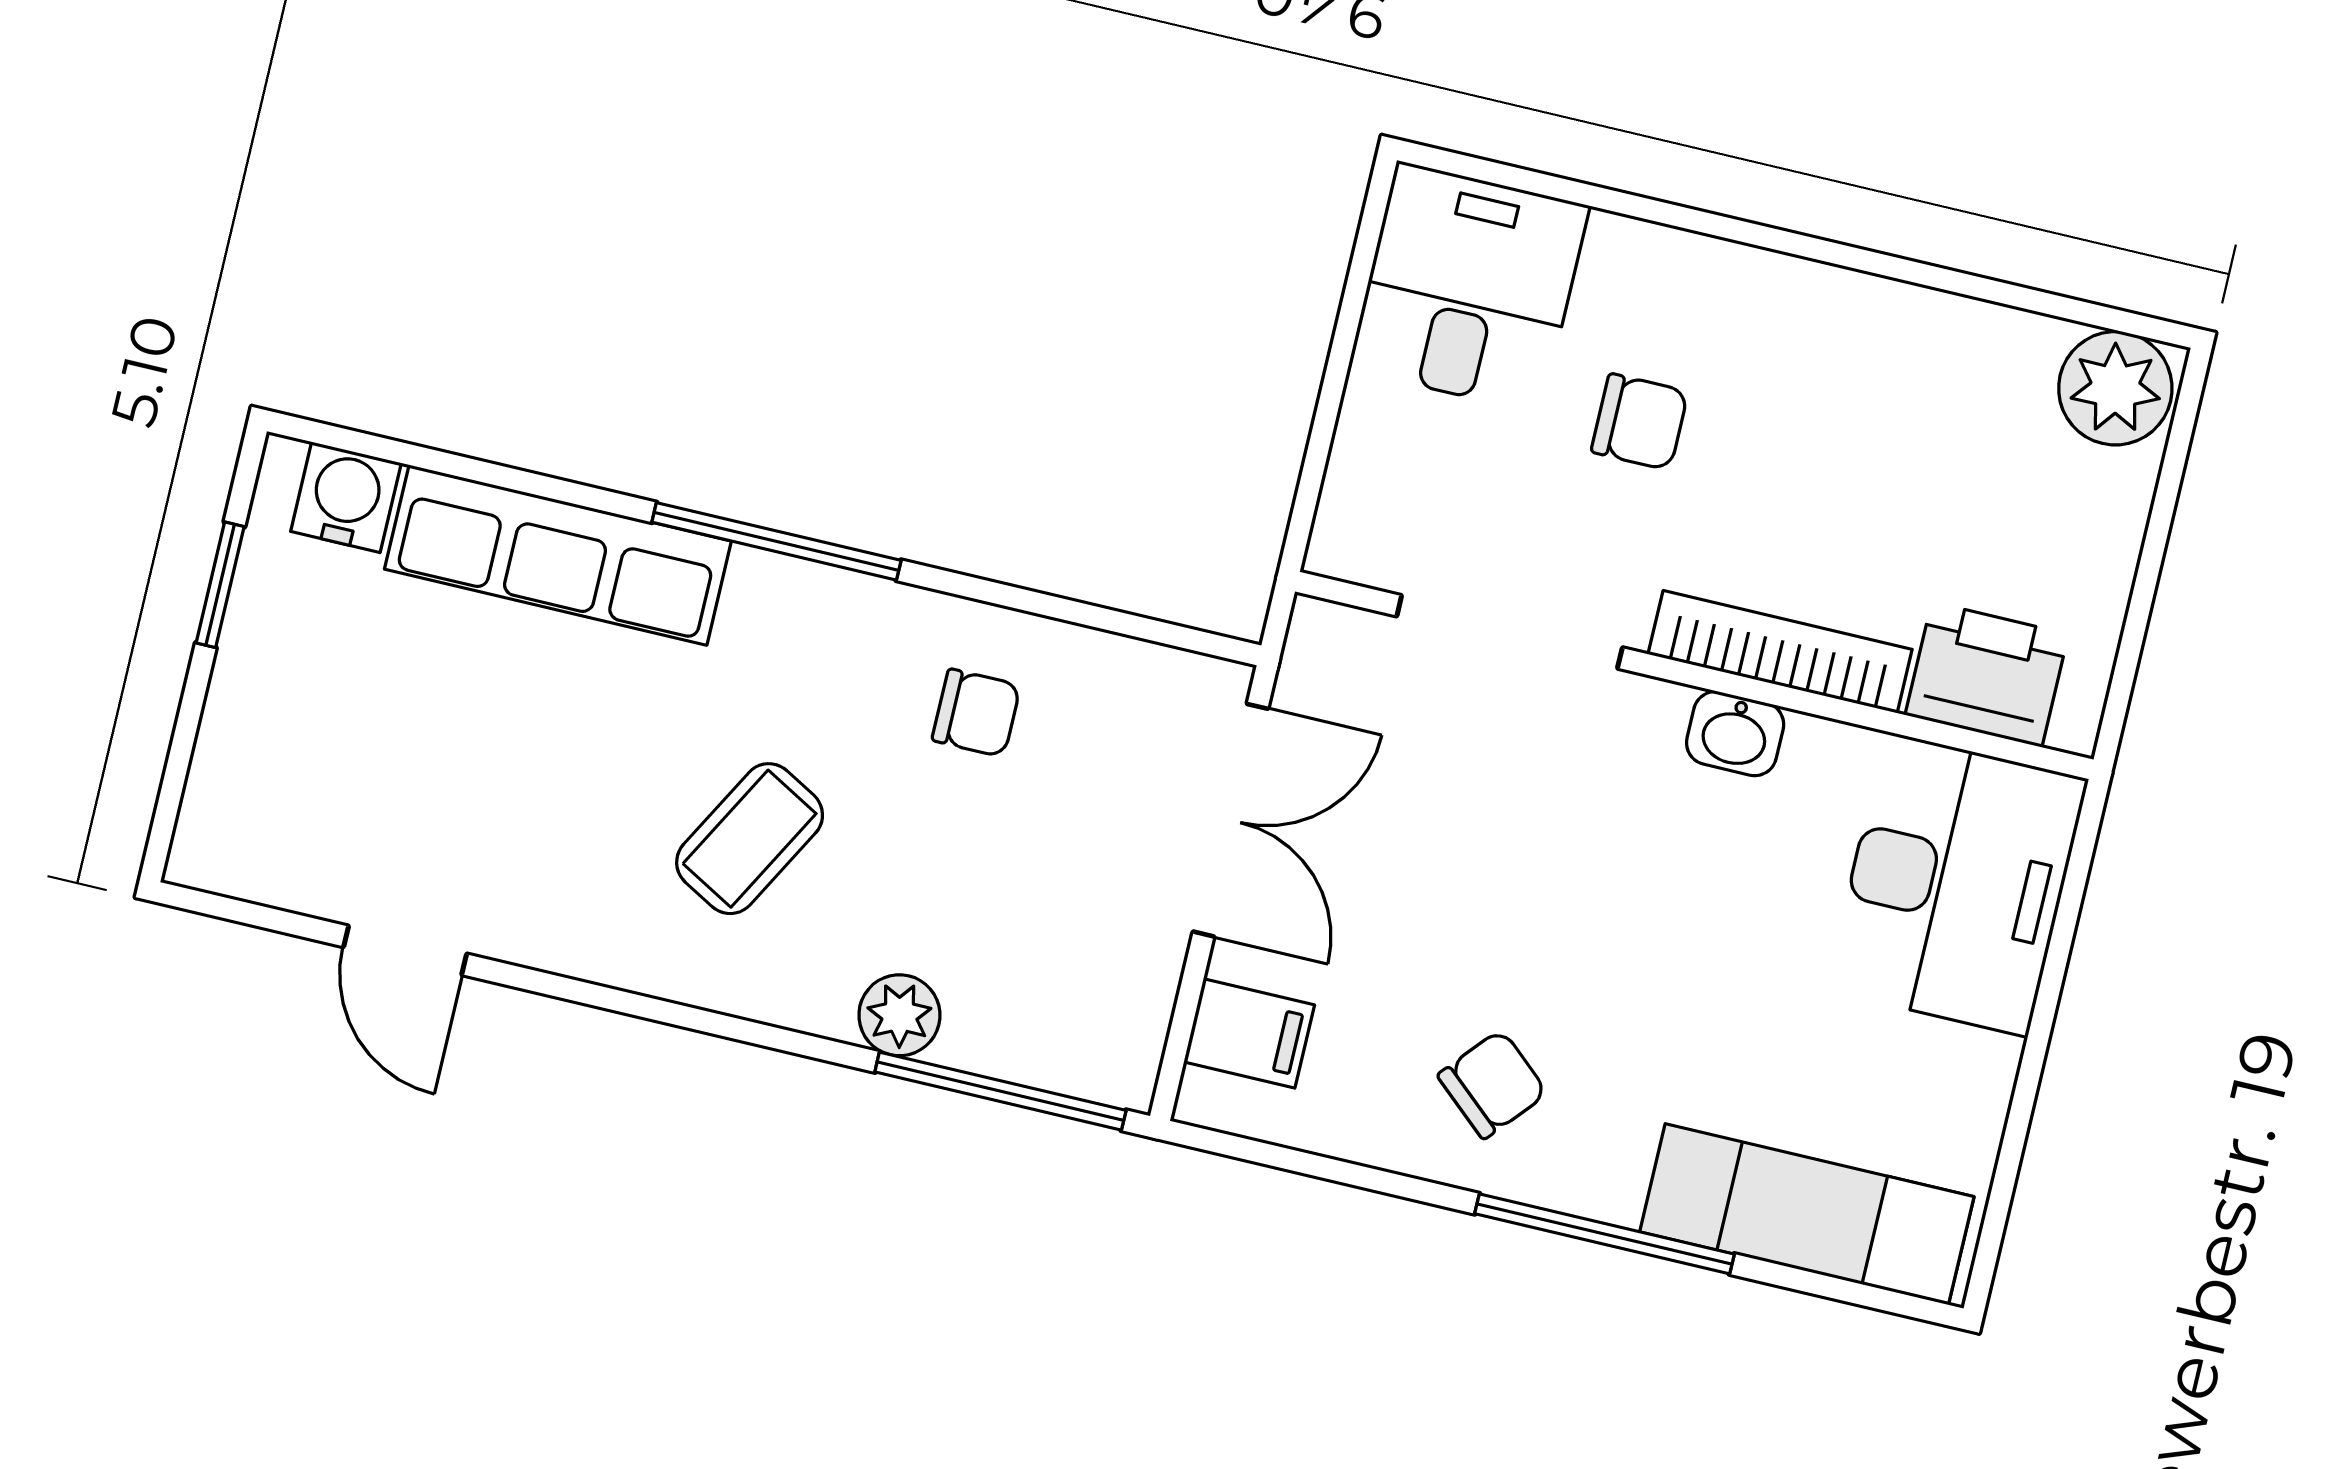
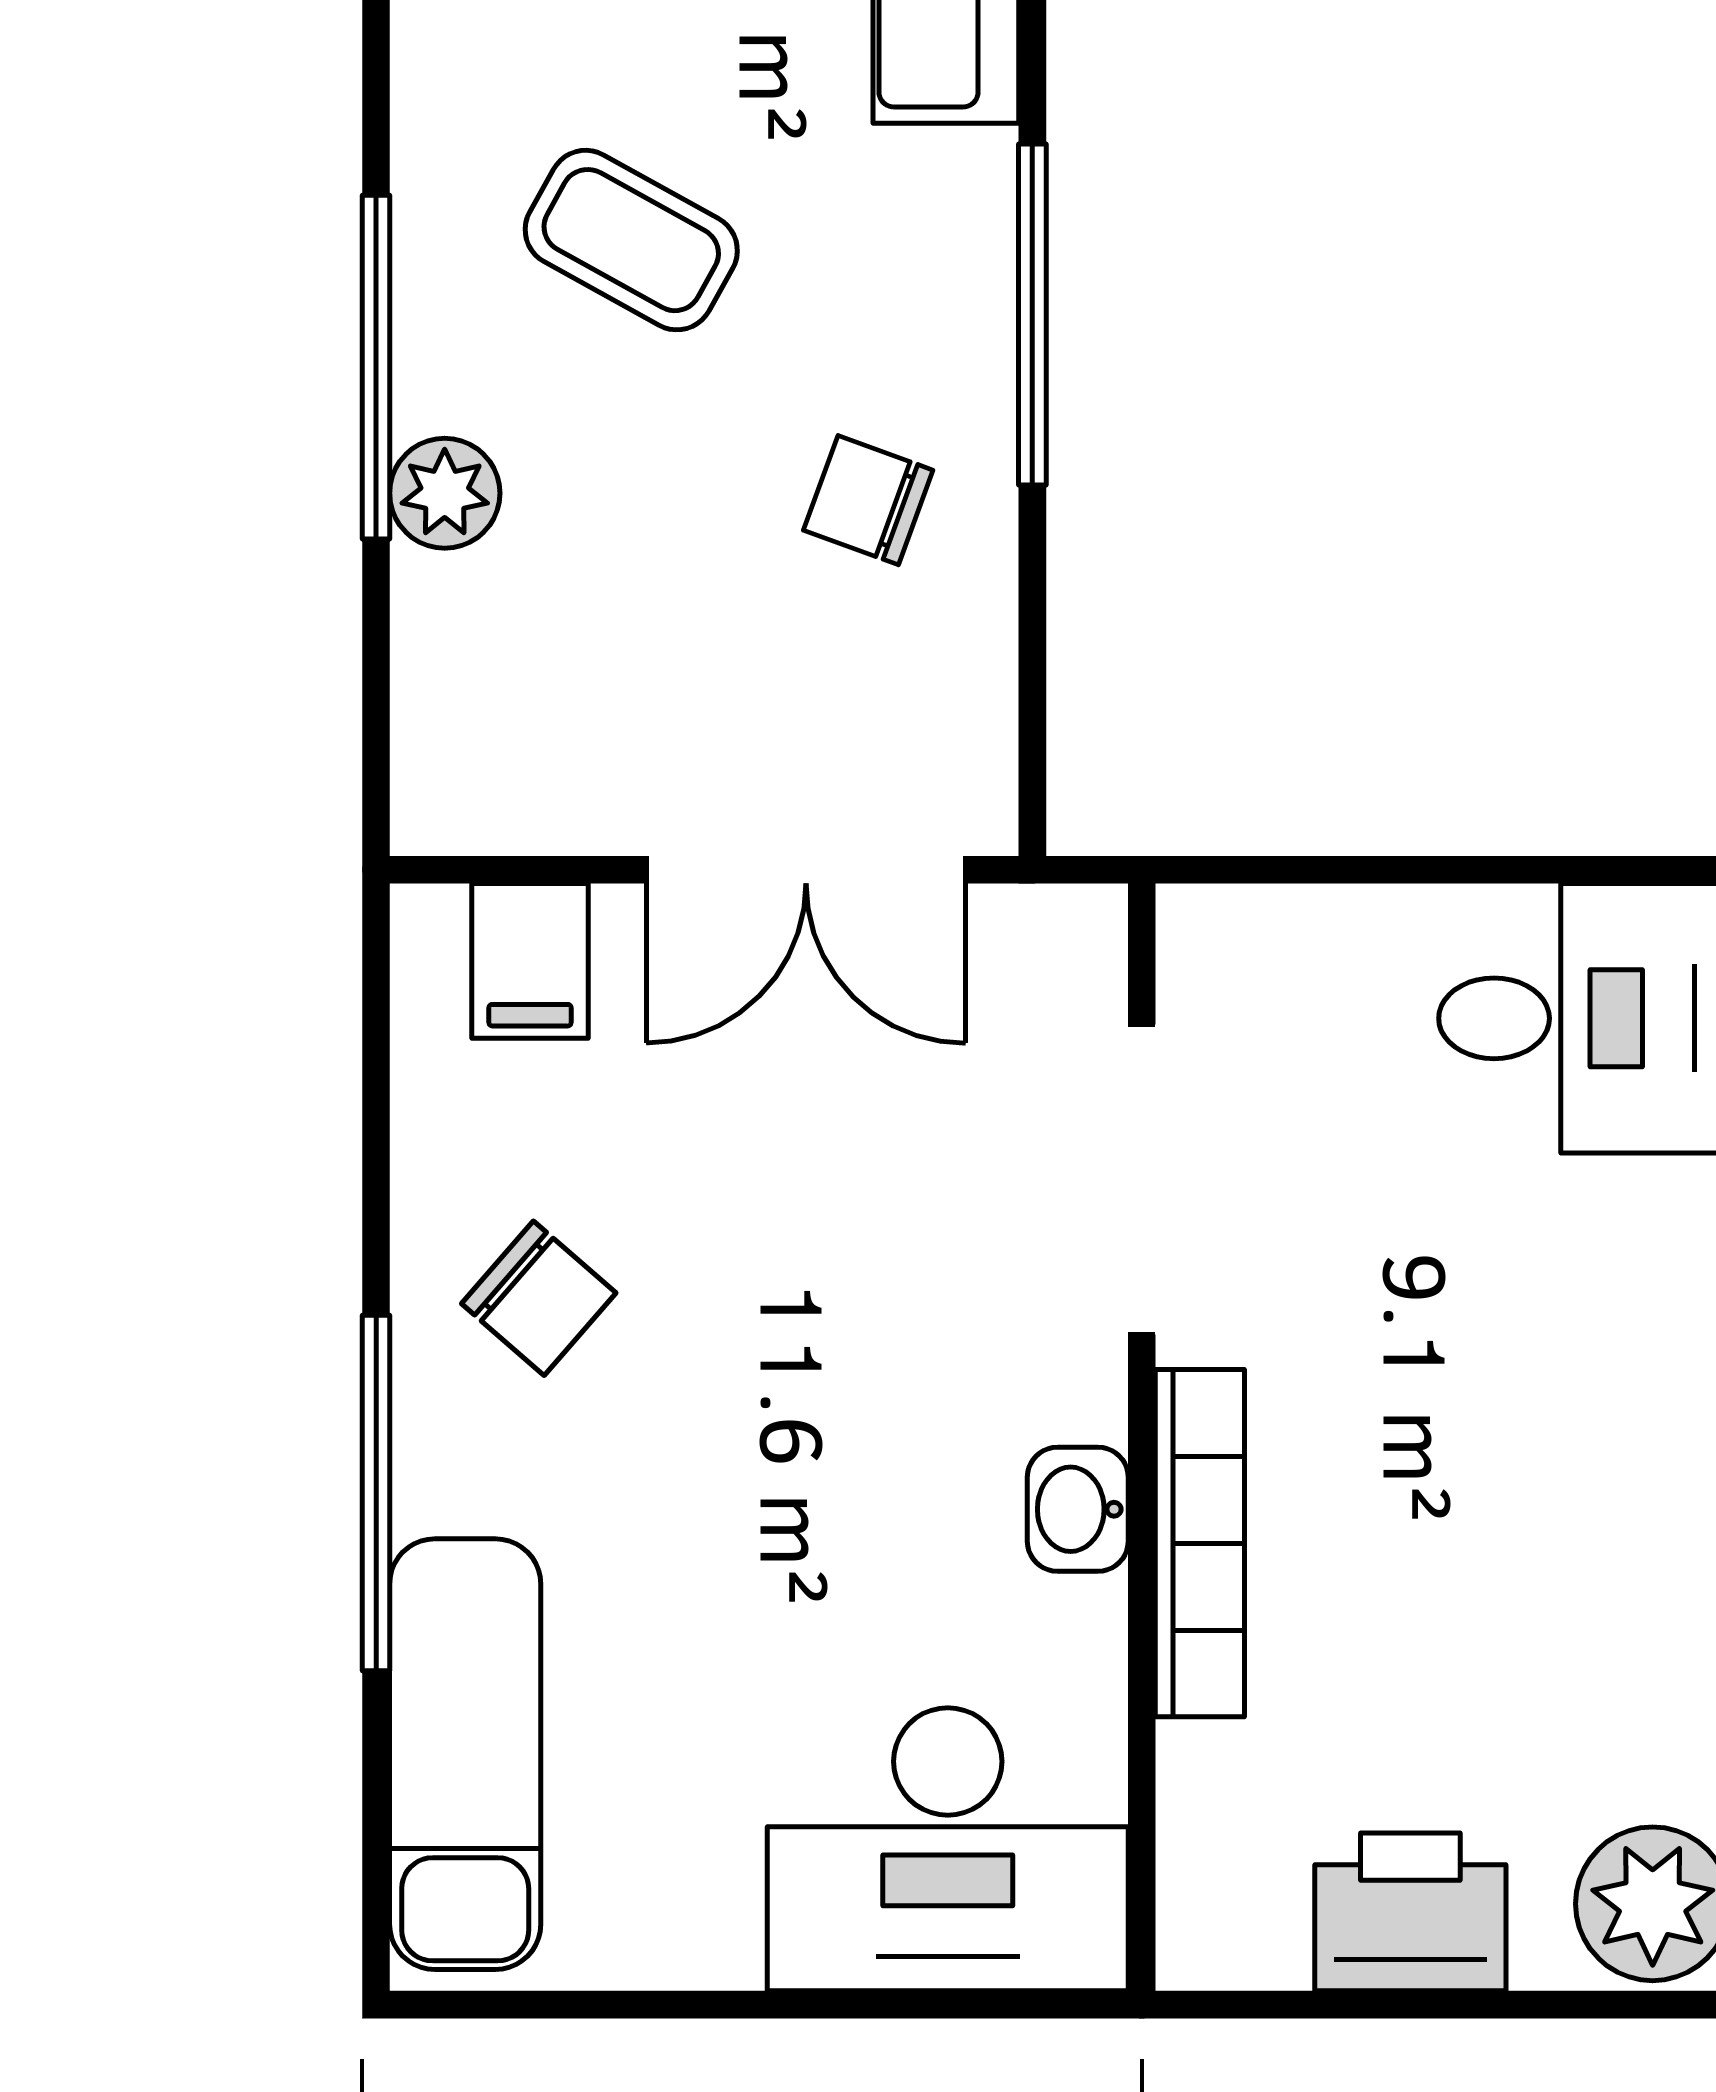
chair: (1640, 422) -> (1460, 1286), removed
window: (776, 541) -> (1032, 314), moved
printer: (1987, 675) -> (1410, 1912), moved, turned -90
chair: (976, 713) -> (868, 500), turned 110
window: (1000, 1091) -> (376, 367), moved

